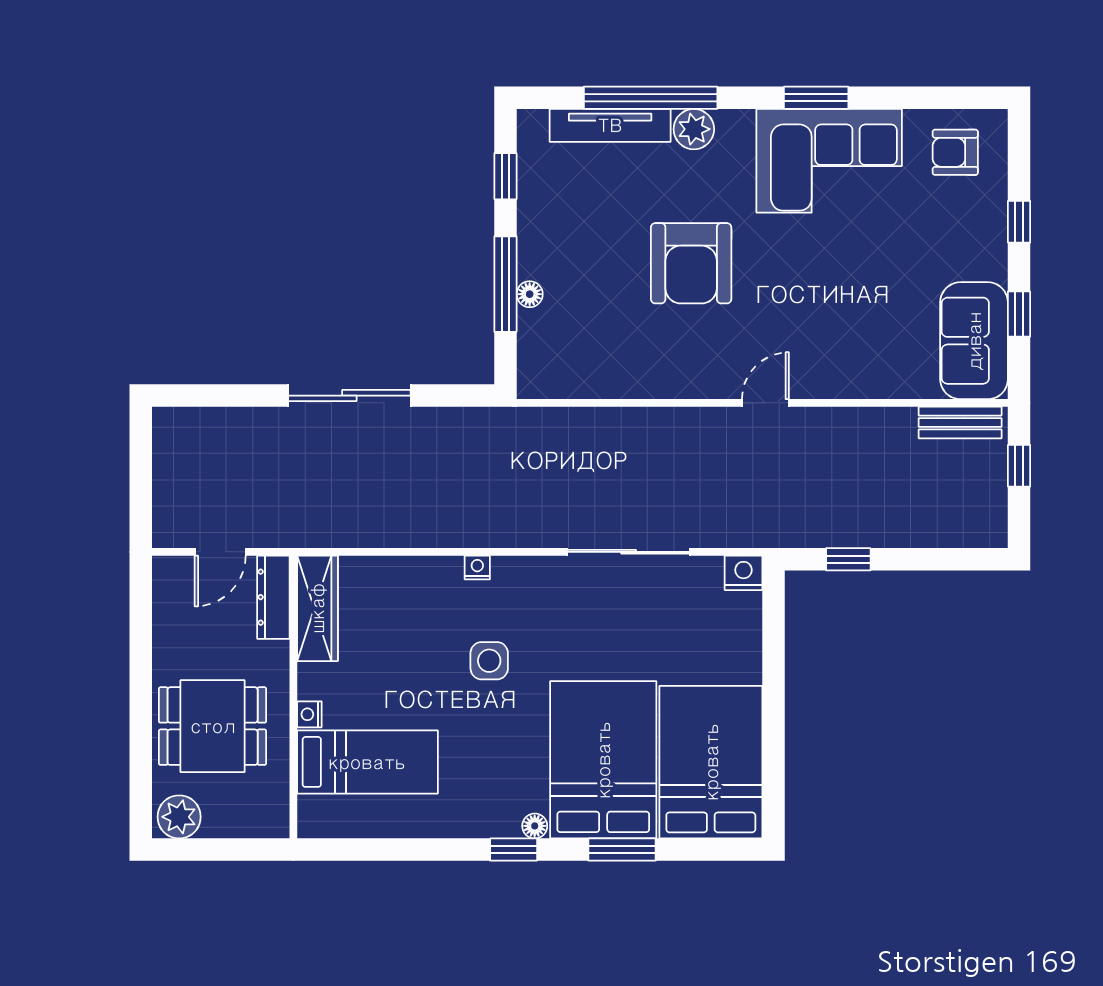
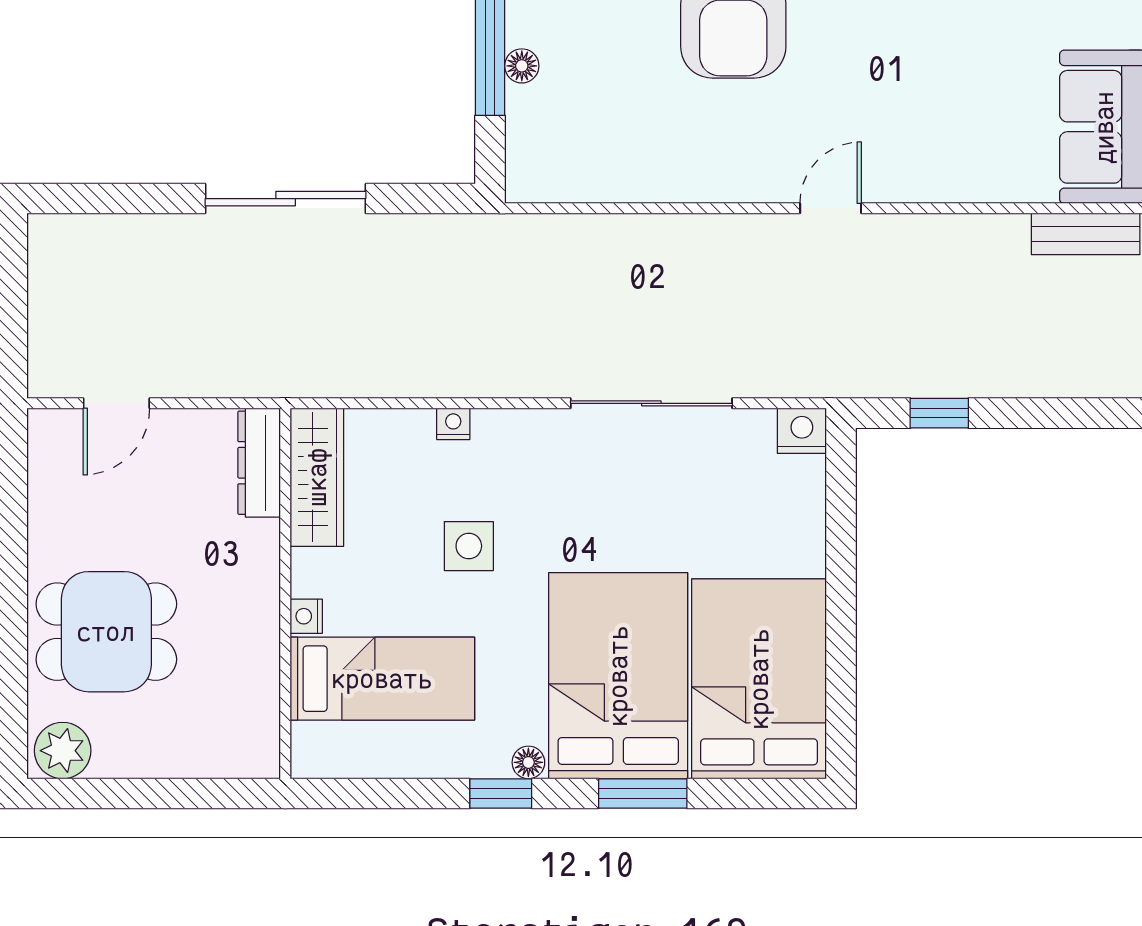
dresser: (273, 597) -> (259, 463), moved
wardrobe: (317, 608) -> (317, 477), moved
wall: (293, 697) -> (285, 594), moved
nightstand: (309, 714) -> (306, 616), moved
bed: (367, 762) -> (382, 679), moved

